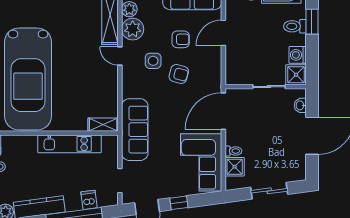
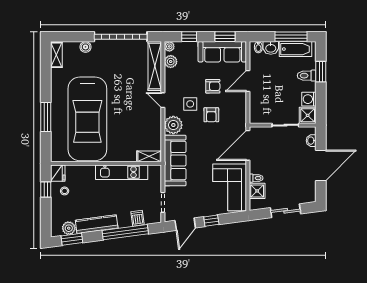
plant: (133, 29) -> (173, 125), moved
armchair: (179, 74) -> (211, 115), turned 75

